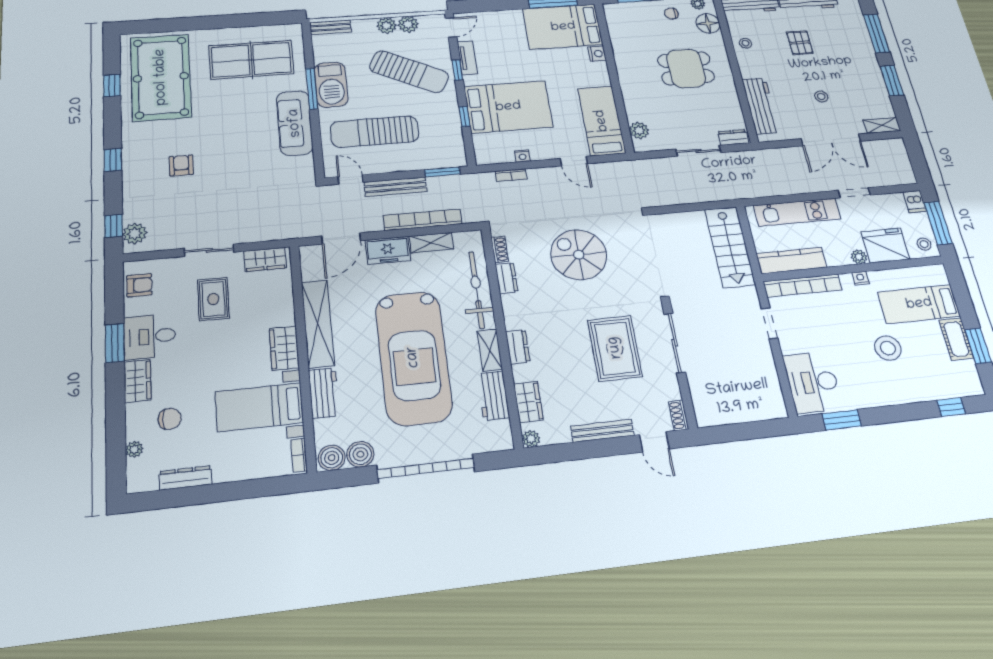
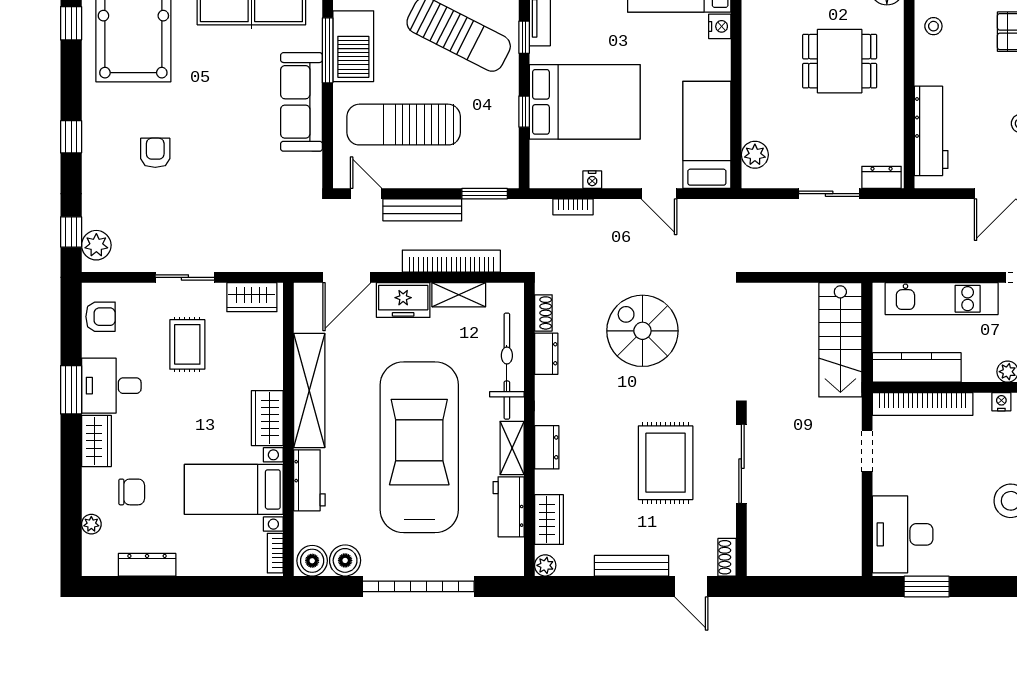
car: (413, 357) -> (419, 447), turned 180

